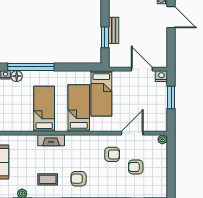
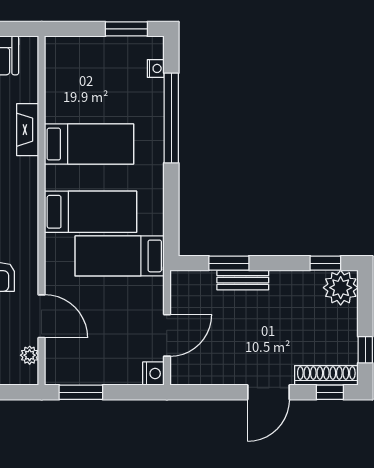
floor lamp: (17, 76) -> (153, 90), removed
window: (171, 98) -> (81, 392), moved
plant: (162, 139) -> (30, 355), moved
fireplace: (51, 140) -> (28, 130), moved

